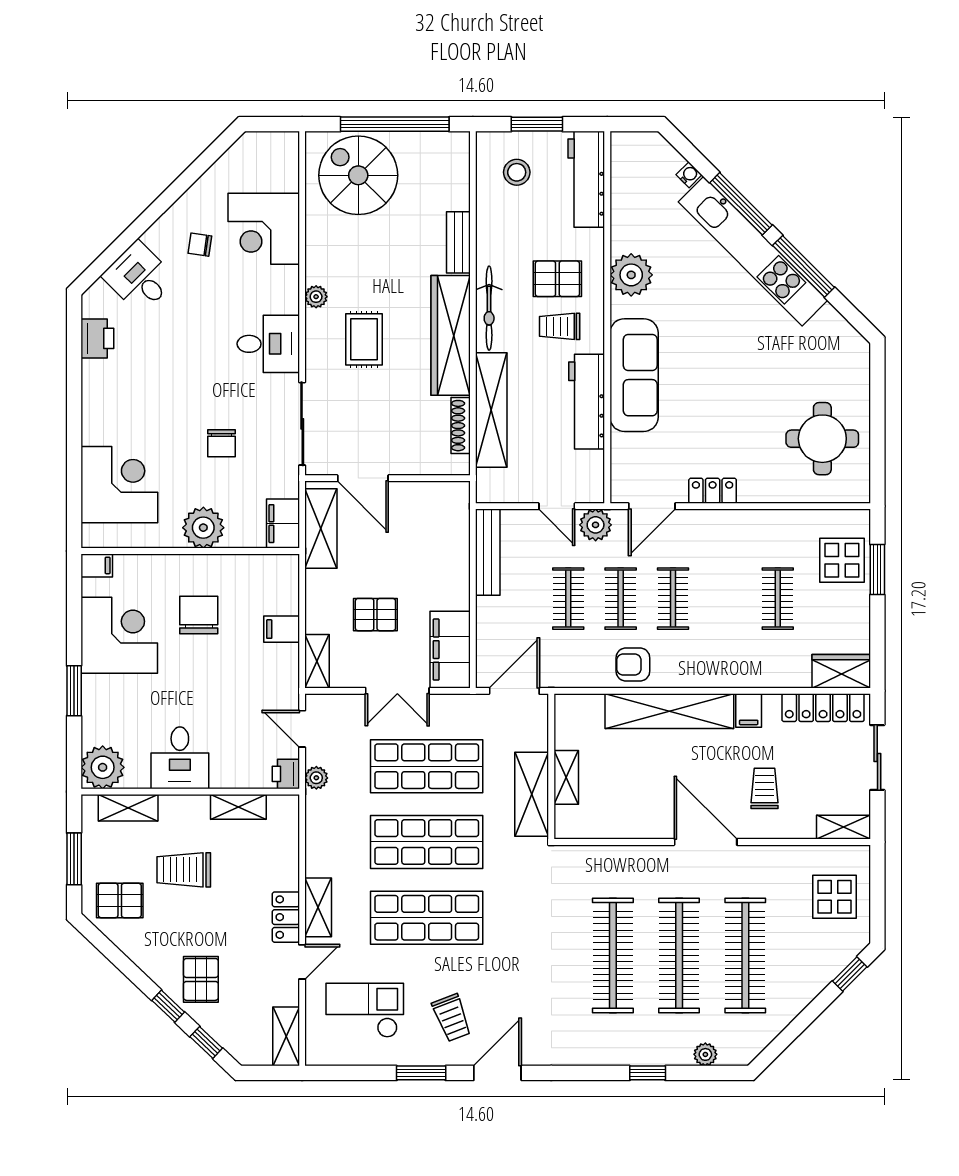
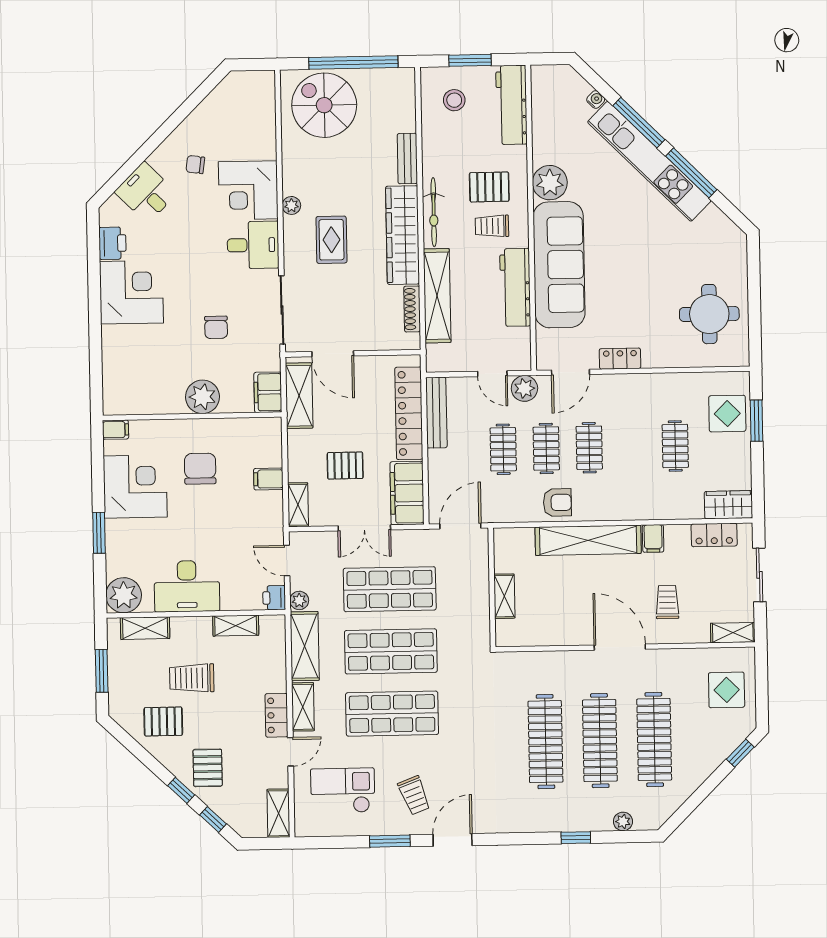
corner desk: (264, 229) -> (248, 190), moved
sofa: (634, 375) -> (559, 265), width x1.36, depth x1.27
corner desk: (119, 485) -> (131, 292), moved
locker: (454, 552) -> (409, 413), added
armchair: (633, 664) -> (557, 502), turned 180
locker: (823, 708) -> (714, 535), width x0.66
desk: (180, 758) -> (187, 586), width x1.37
shelving: (532, 794) -> (305, 646), moved
pallet: (120, 900) -> (163, 721), moved

